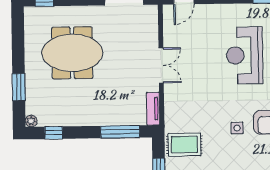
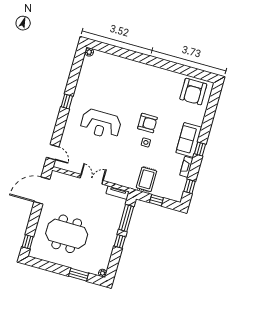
meeting table: (72, 53) -> (67, 234), turned 90
window: (54, 133) -> (120, 241), moved

